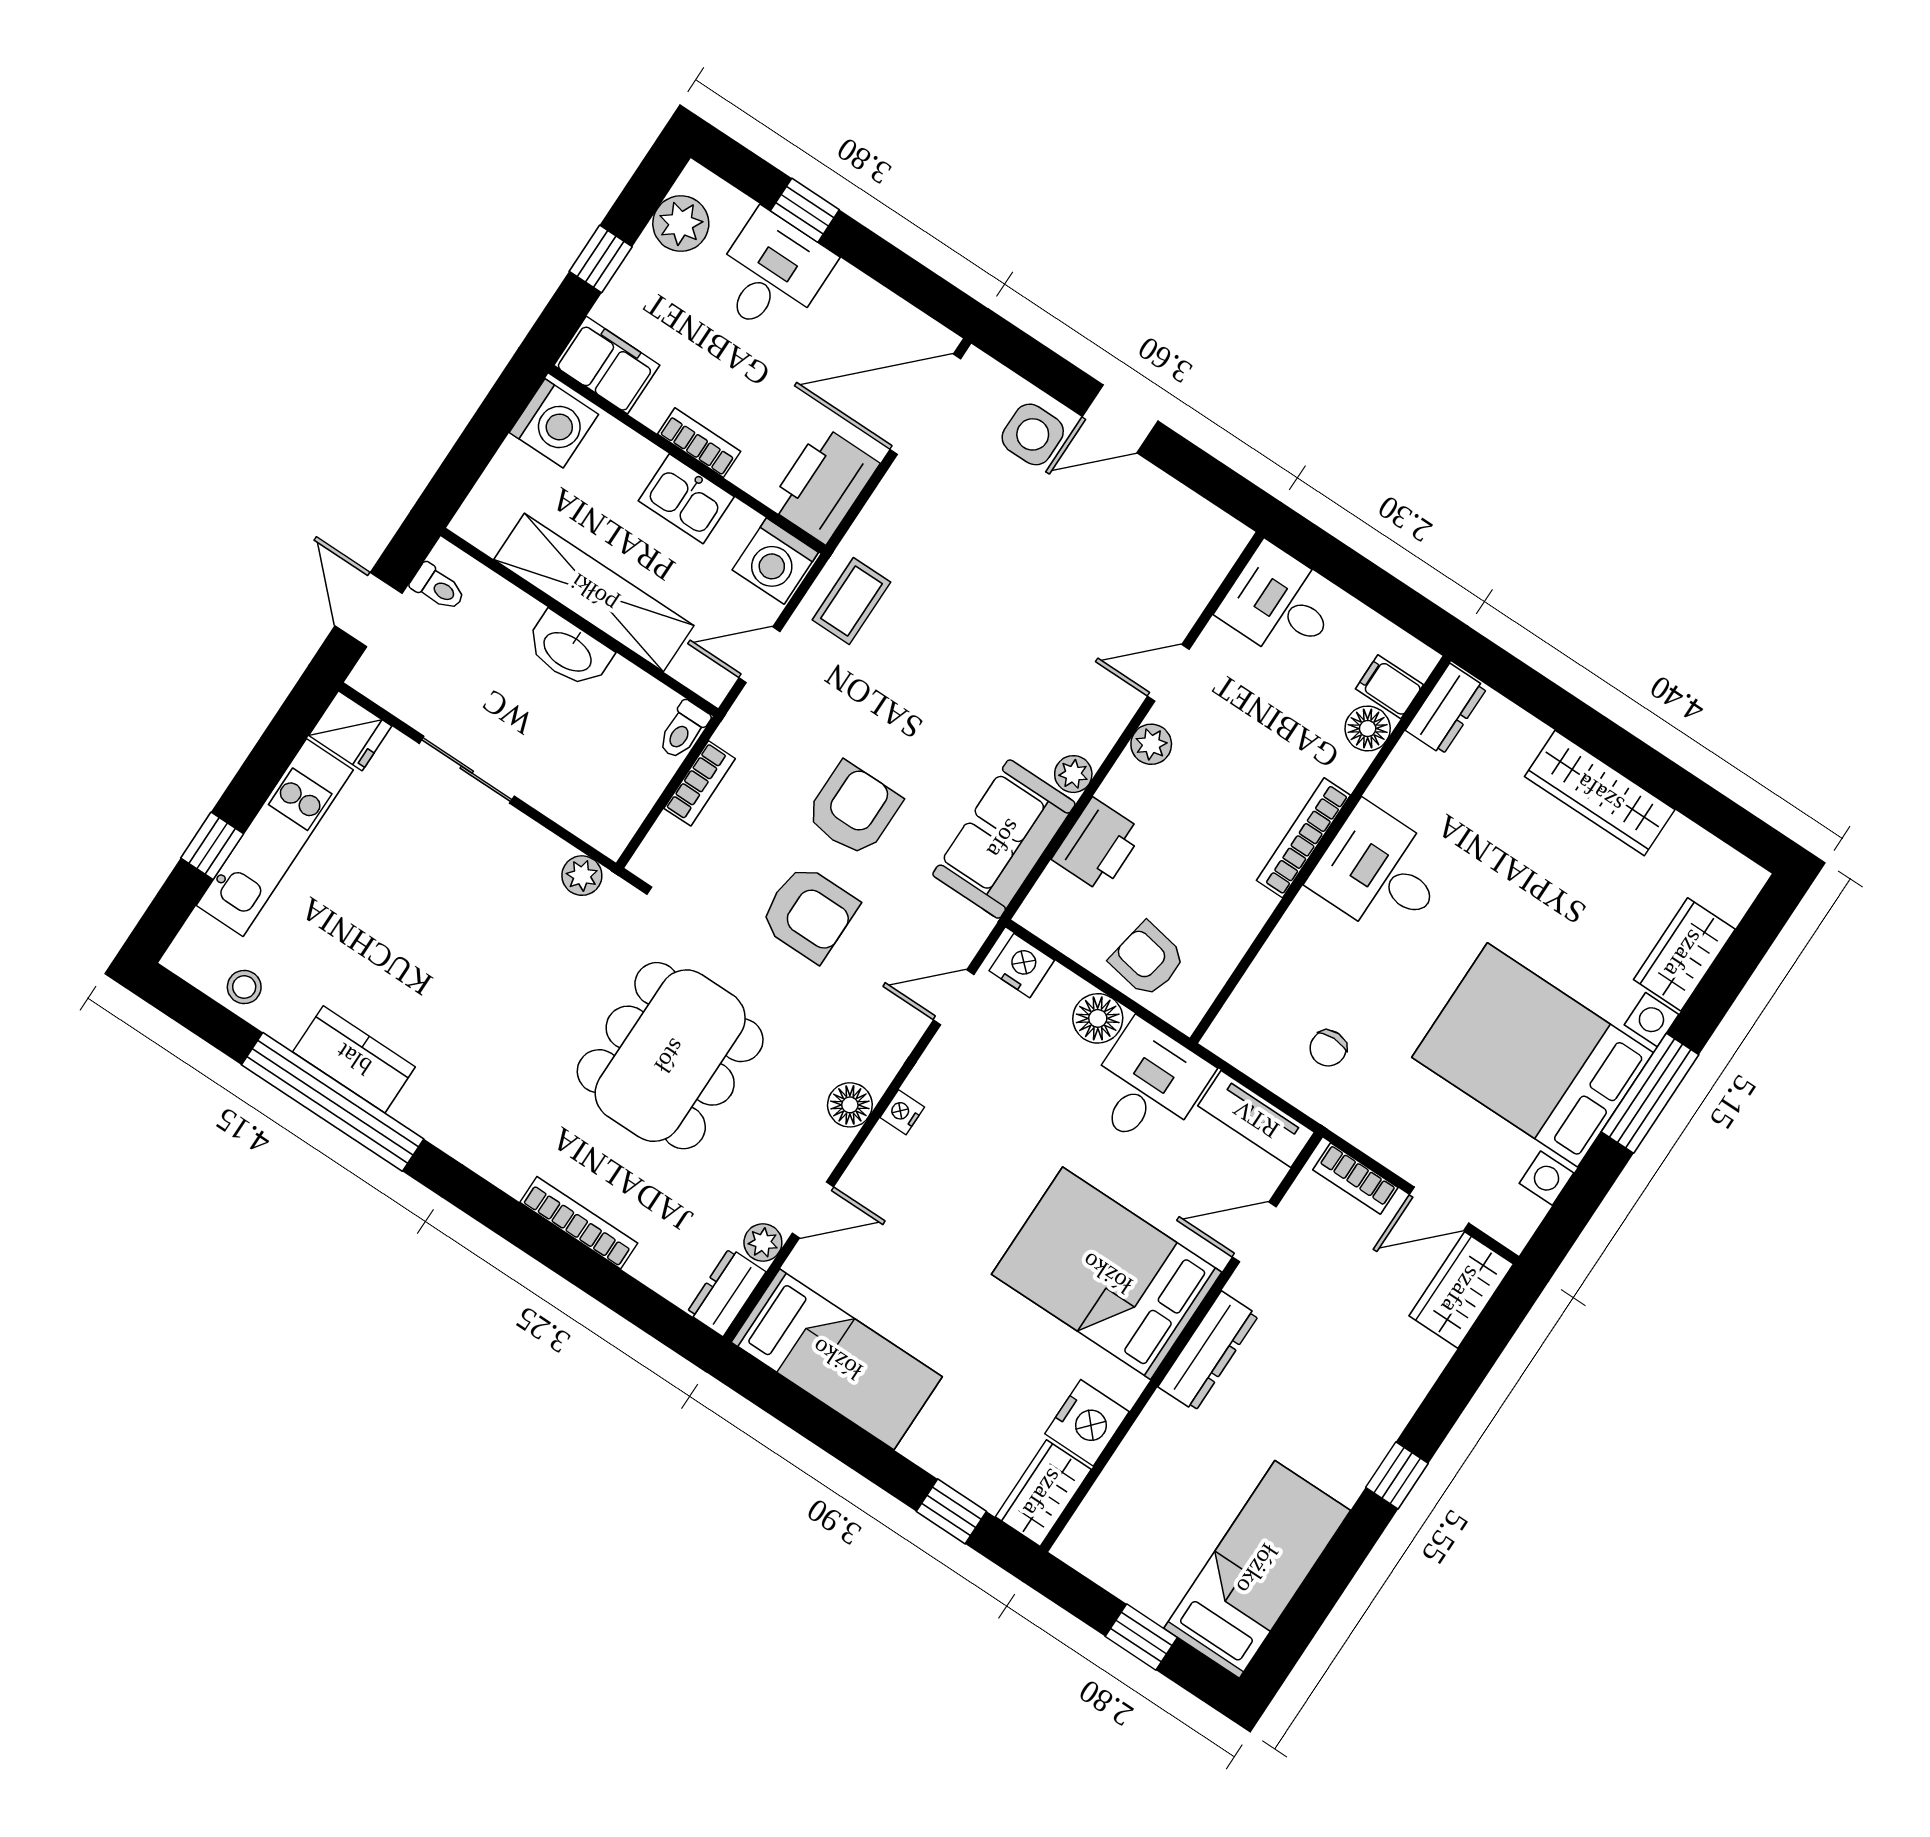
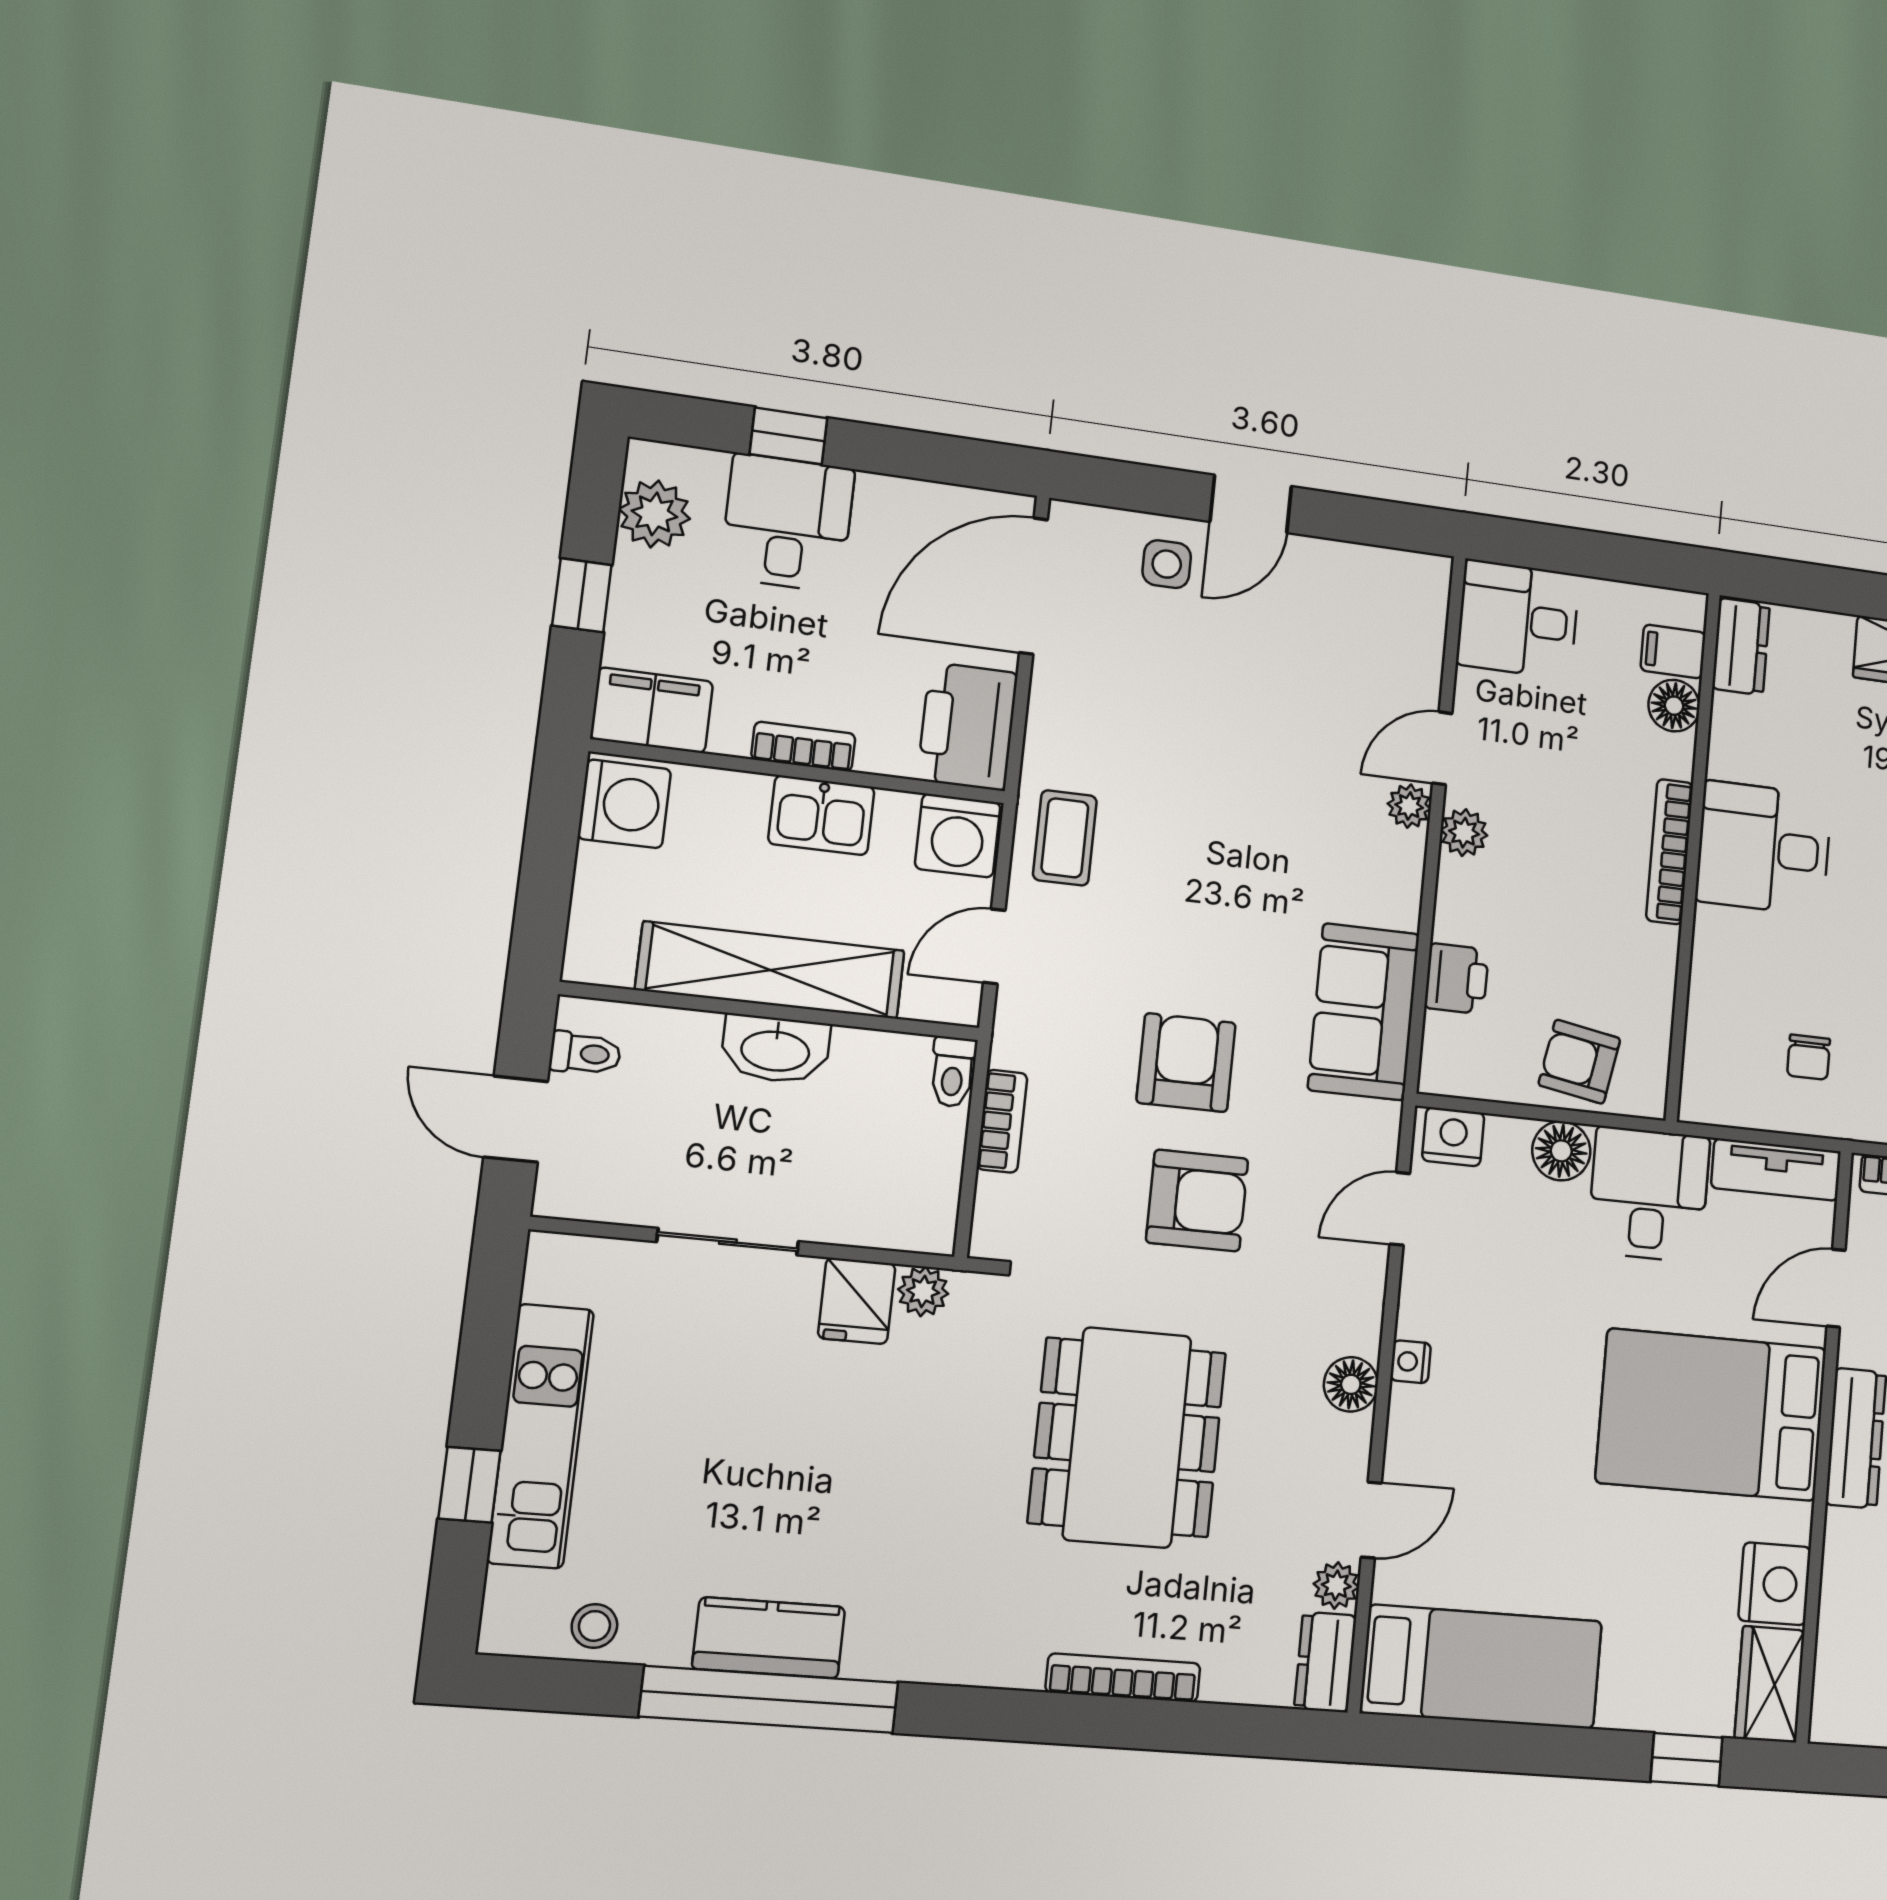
side table: (1033, 434) -> (1167, 564), width x0.73, depth x0.73
fridge: (350, 731) -> (857, 1301), moved, turned 90
plant: (1073, 774) -> (1409, 806), moved
printer: (1098, 845) -> (1457, 979), width x0.73, depth x0.81

